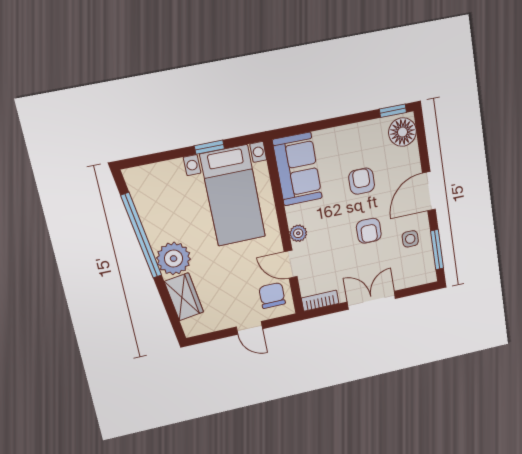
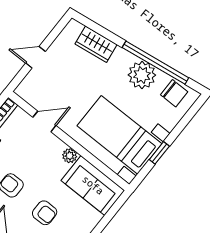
plant: (298, 233) -> (70, 156), moved
plant: (174, 259) -> (142, 75), moved
chair: (272, 295) -> (174, 93), moved

